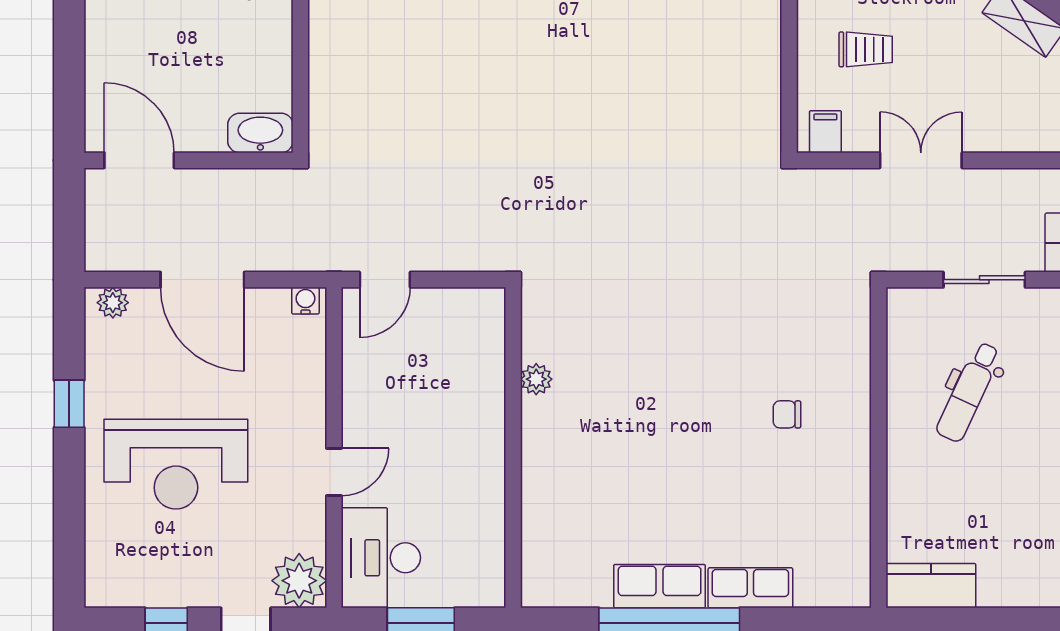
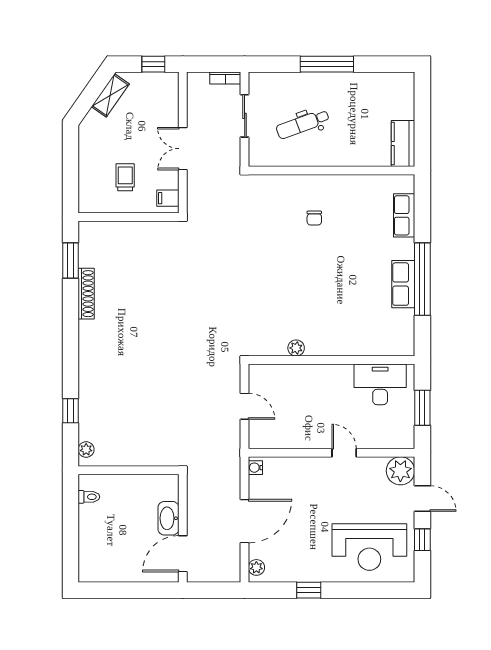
washbasin: (260, 133) -> (168, 518), moved
door: (385, 280) -> (245, 406), moved
dental chair: (969, 392) -> (303, 124), turned 135
reception desk: (176, 464) -> (369, 547), moved, turned 90
desk: (381, 558) -> (380, 384), moved, turned 180
row of seats: (750, 588) -> (404, 215), moved

